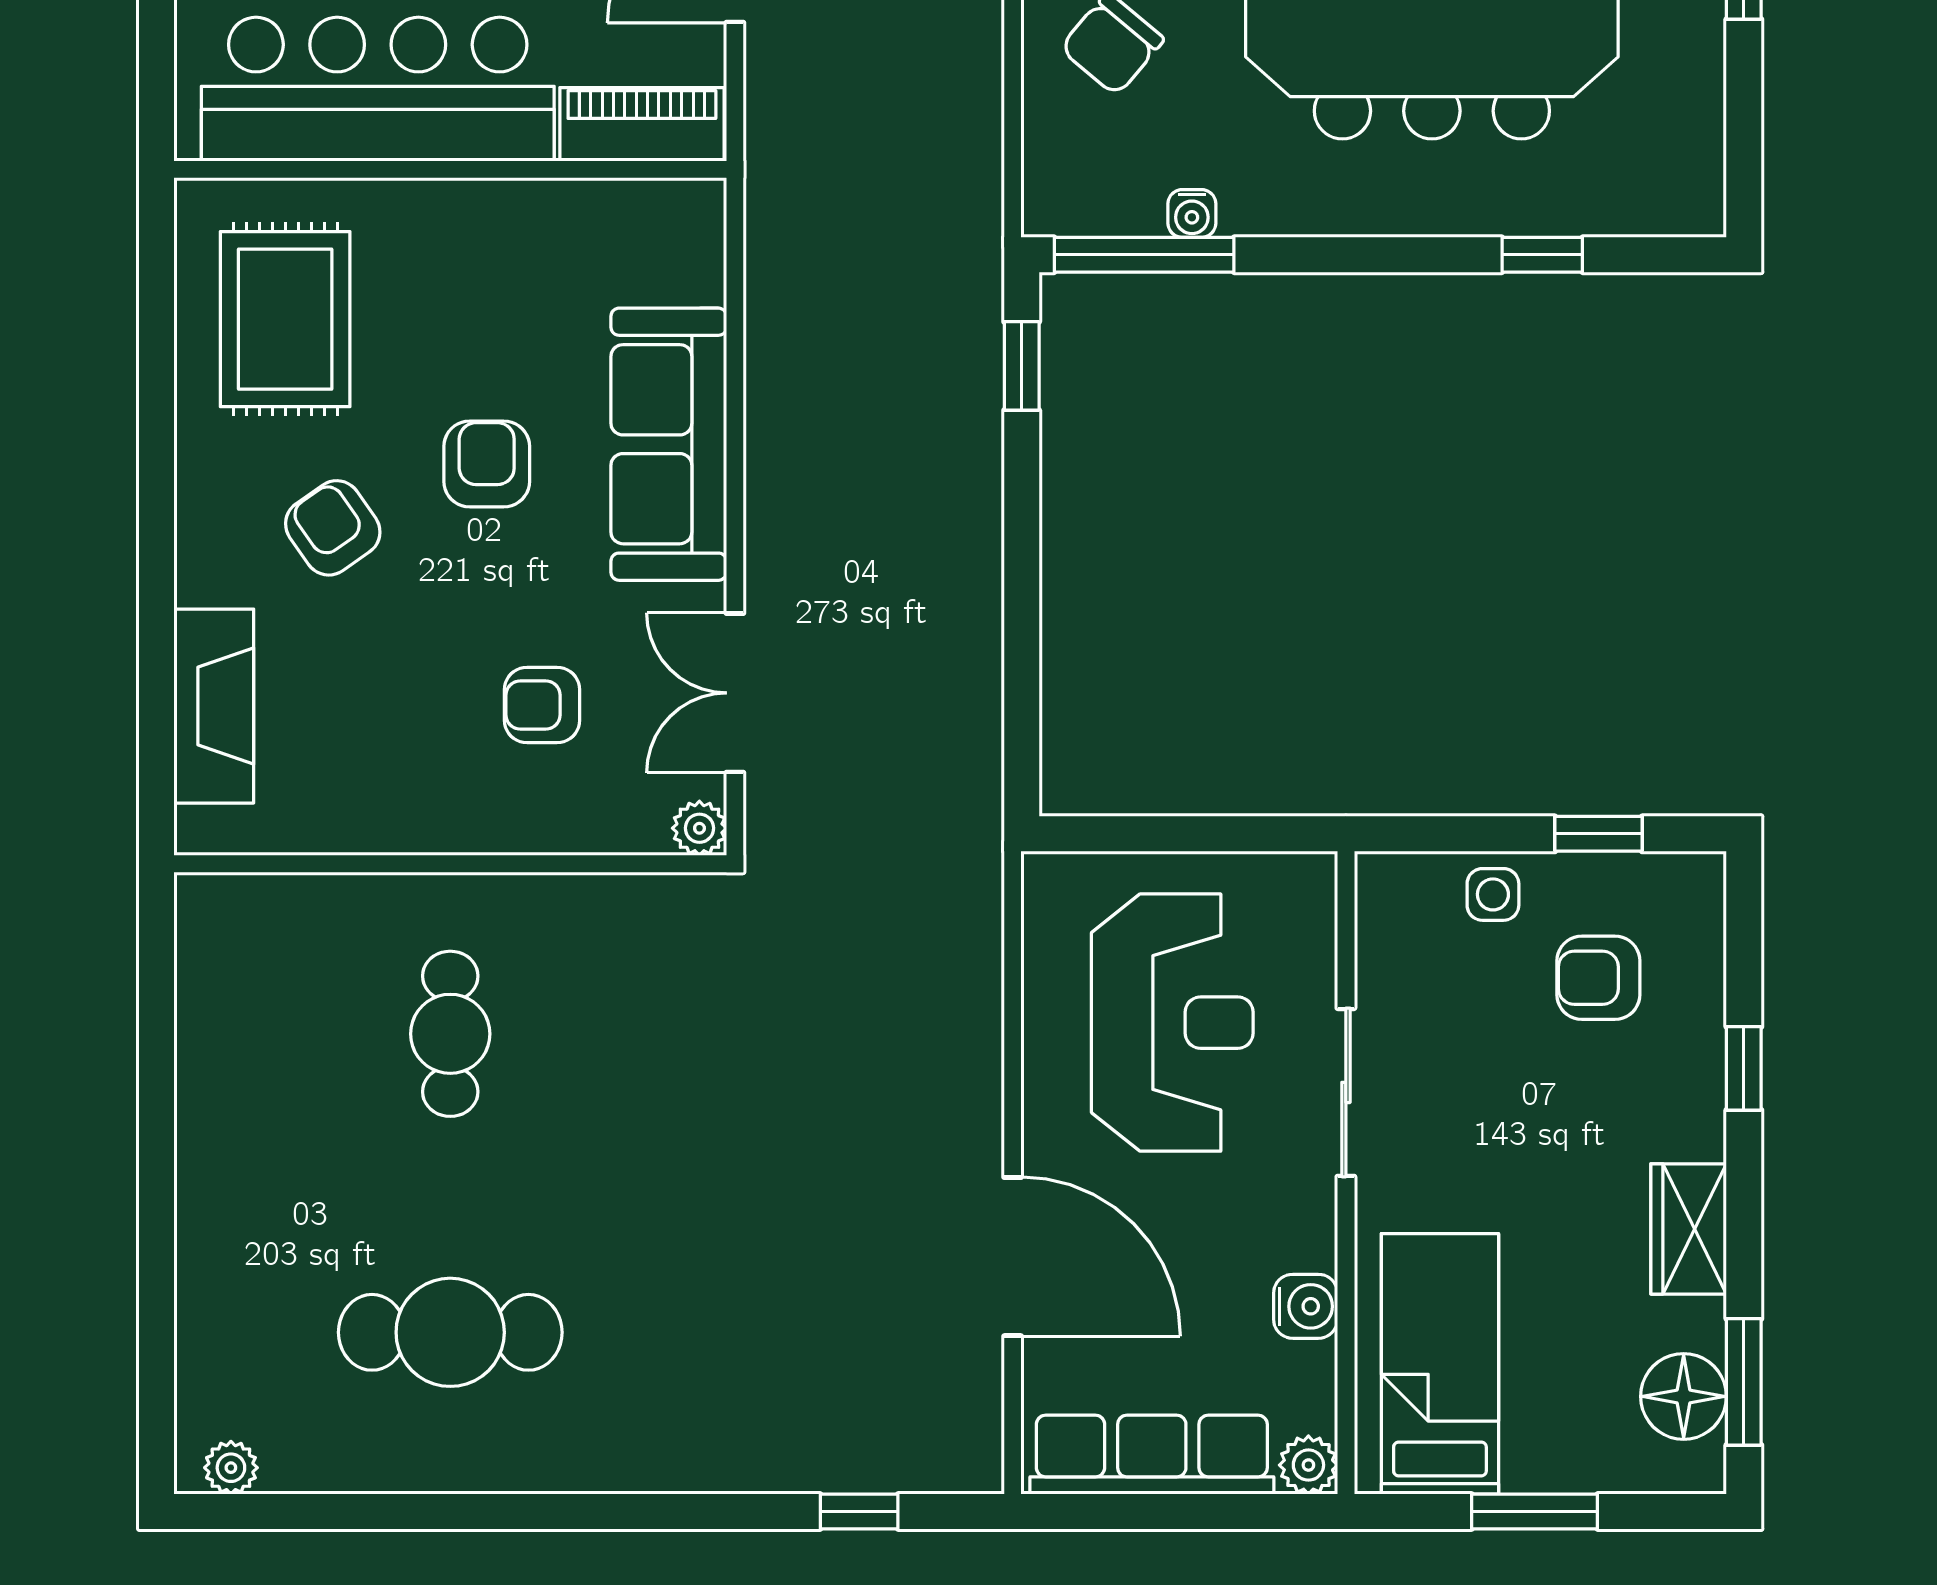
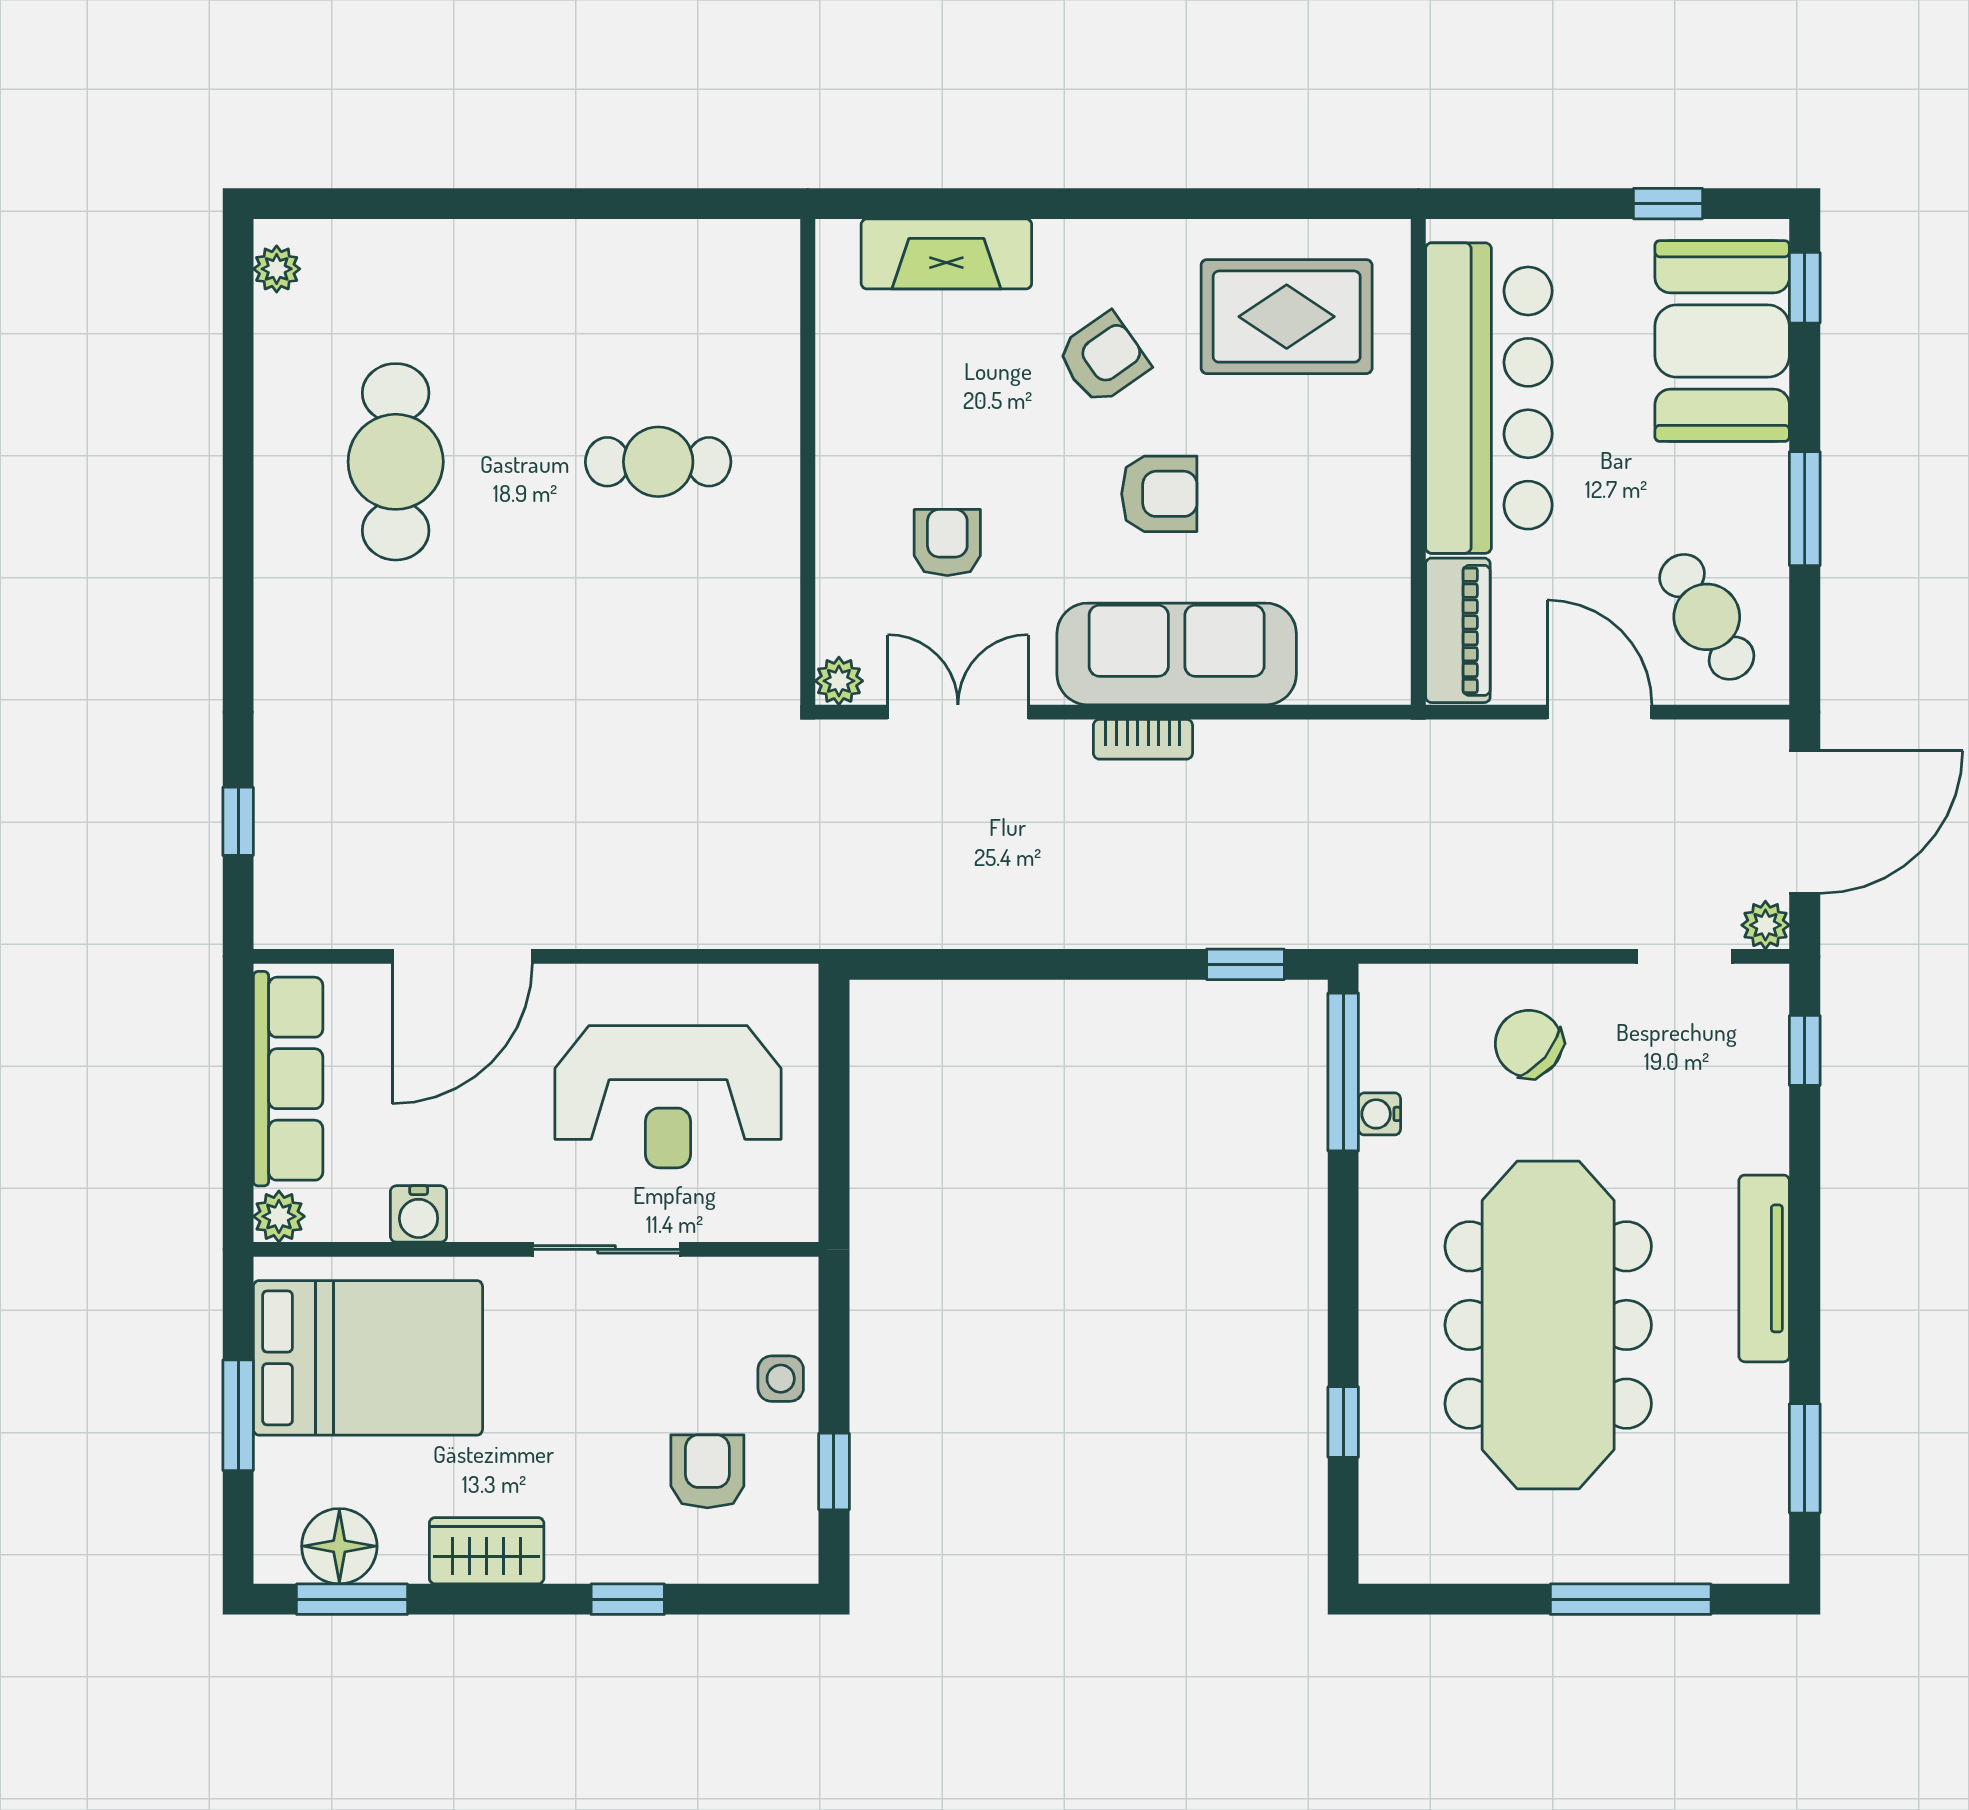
bookcase: (766, 482) -> (1143, 739), added
bed: (1440, 1364) -> (368, 1358), width x1.50

